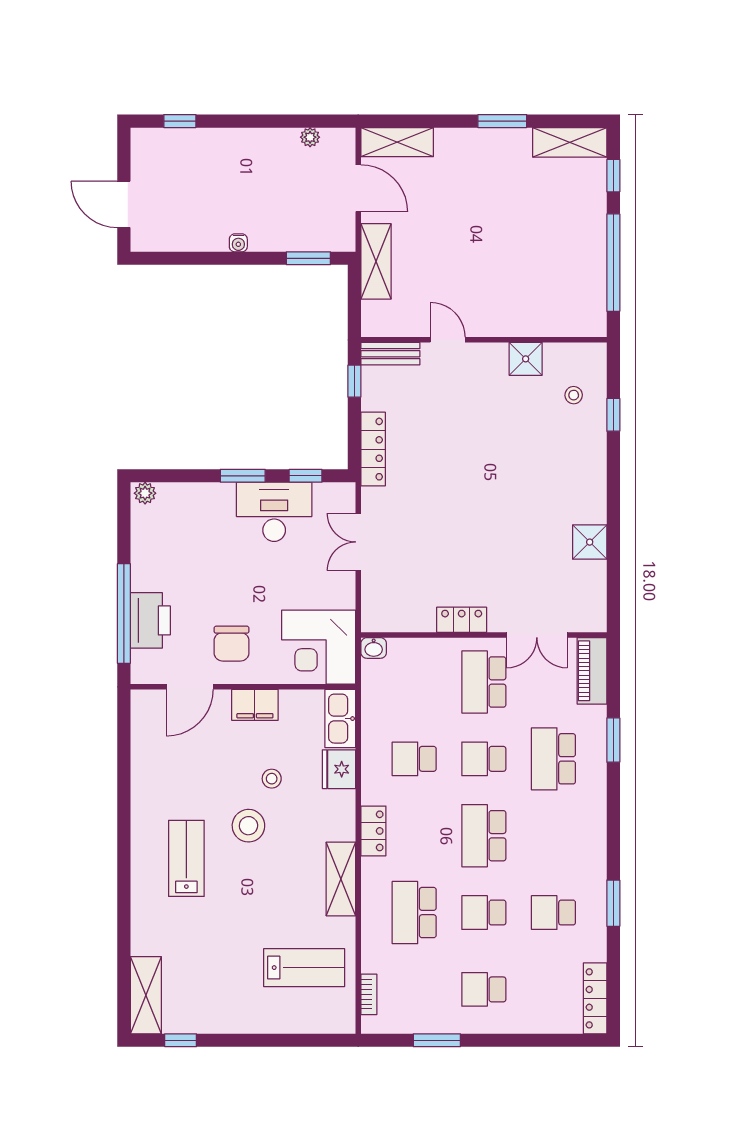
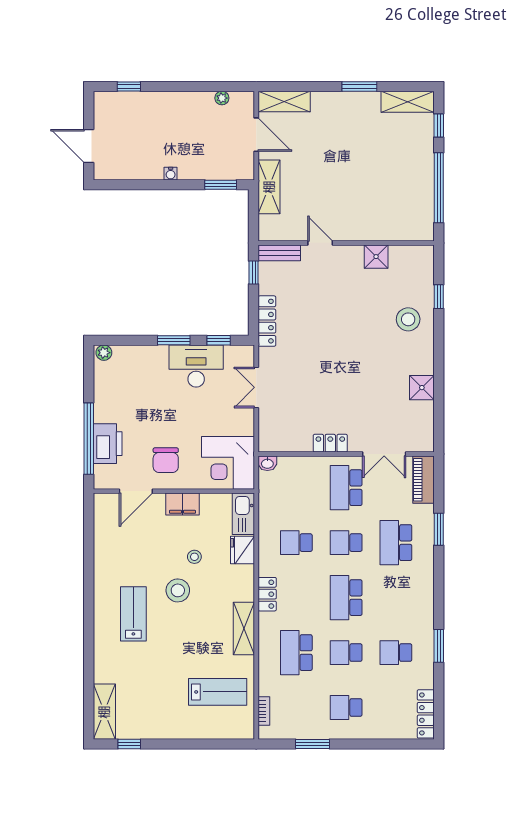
stool: (574, 395) -> (408, 319), moved, width x1.89, depth x1.89

